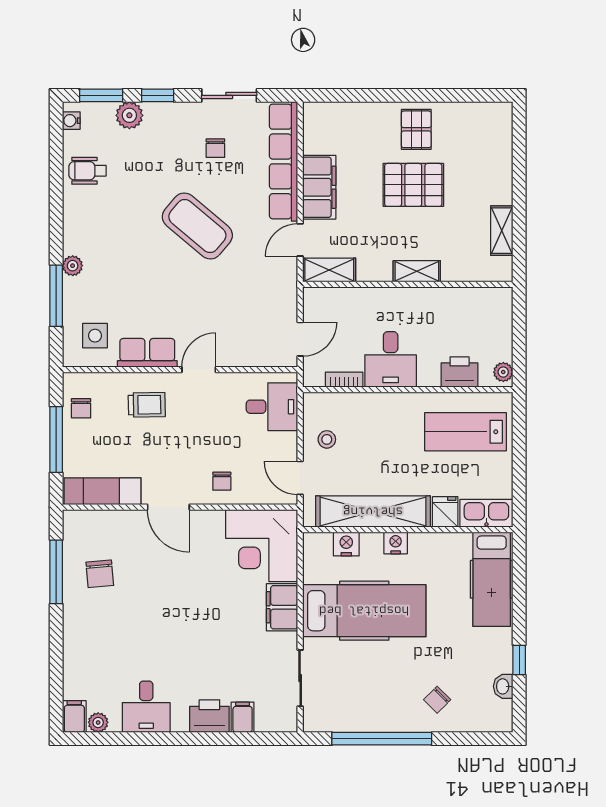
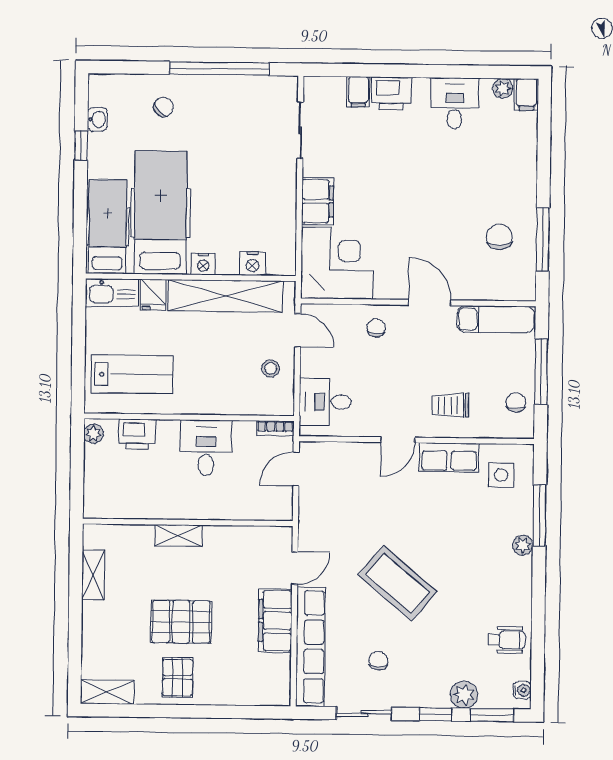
shelving: (329, 270) -> (107, 692), moved
bookcase: (344, 380) -> (275, 428), moved
hospital bed: (364, 611) -> (161, 213), moved, turned 90

